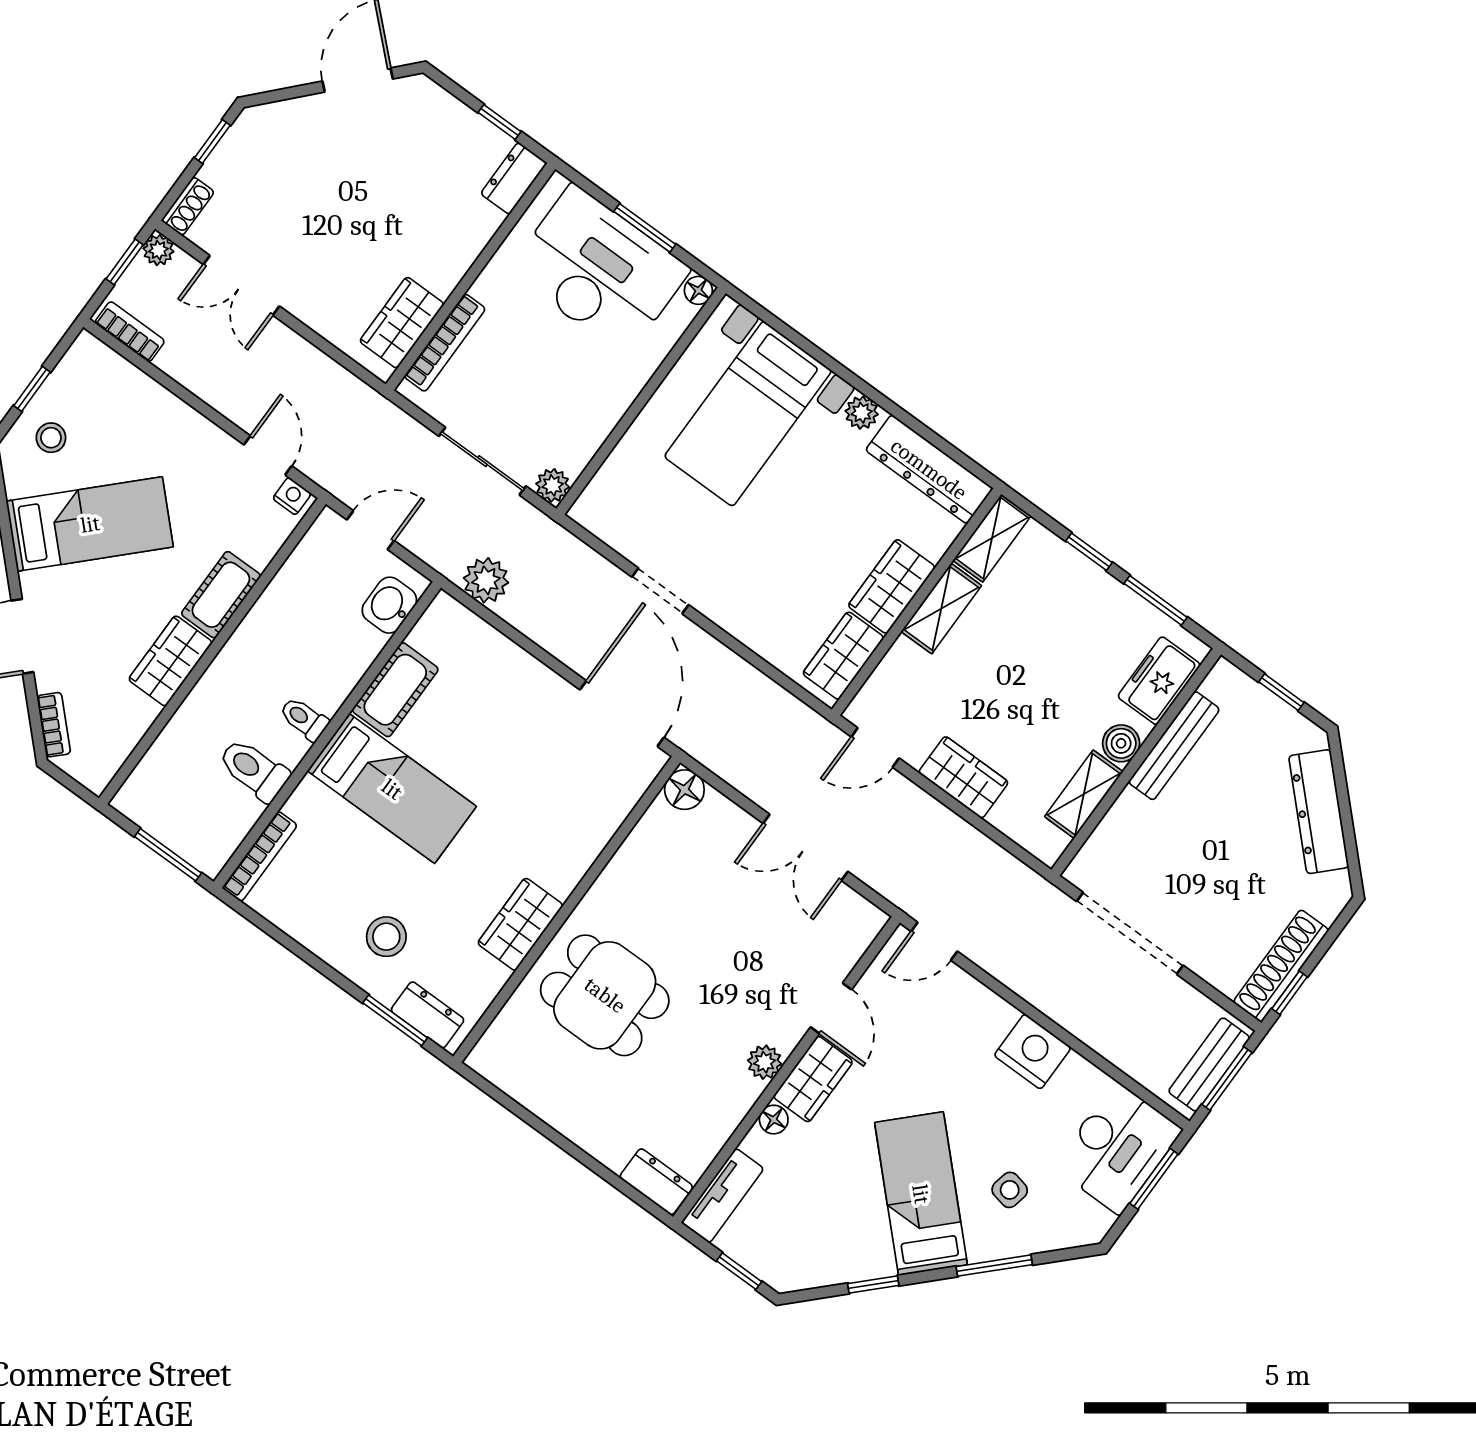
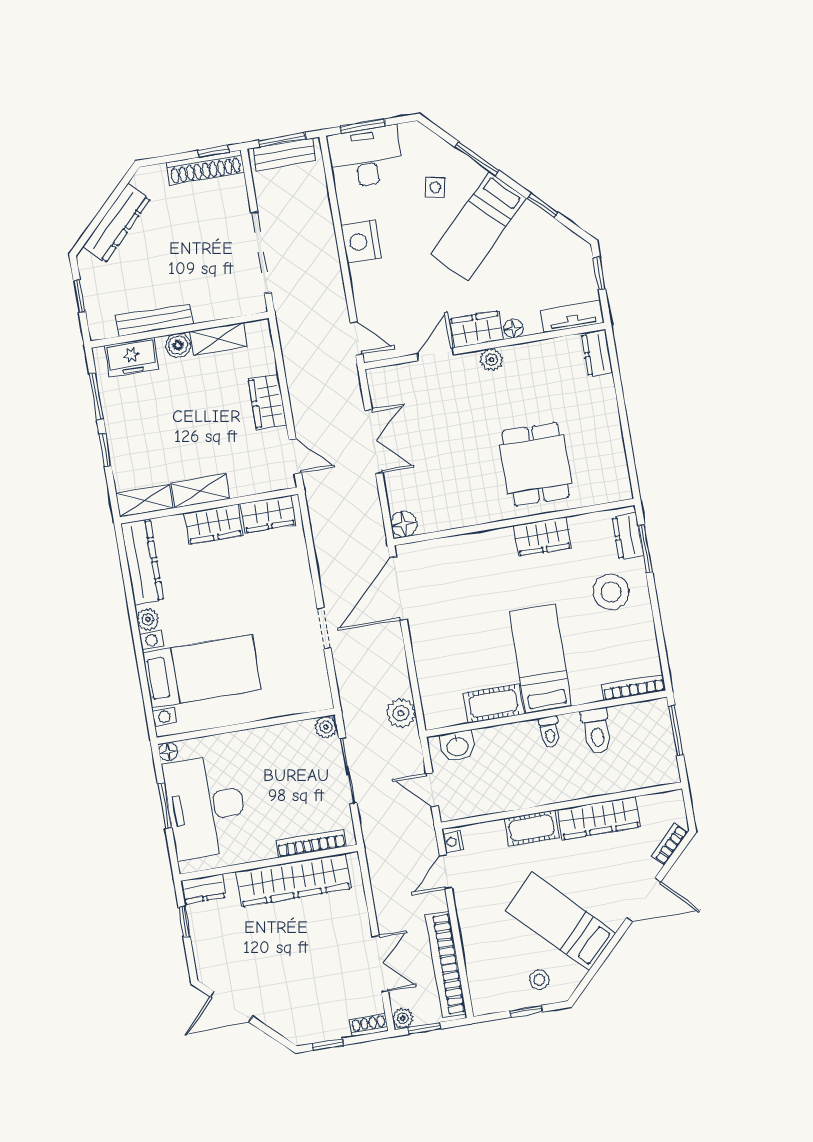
wardrobe: (402, 323) -> (294, 880), width x2.10, depth x1.17
bookcase: (130, 332) -> (446, 965), width x2.31, depth x1.31
wardrobe: (170, 661) -> (599, 818), width x1.50
stool: (386, 937) -> (611, 592), width x1.38, depth x1.38

